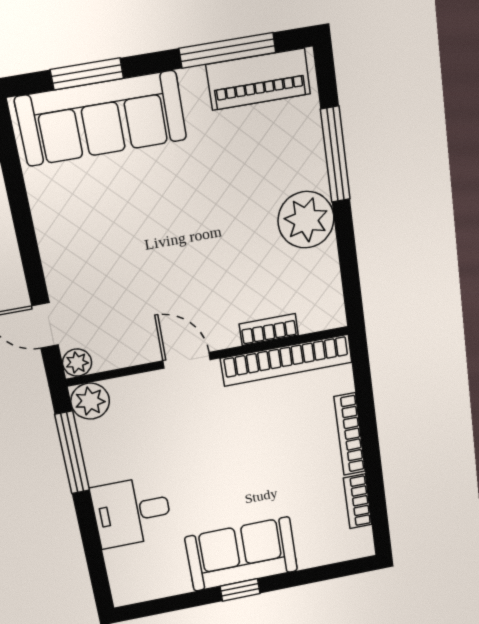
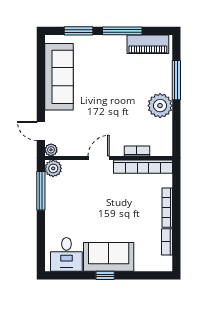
window: (228, 50) -> (122, 31), moved
sofa: (101, 118) -> (59, 77), moved, turned -90
door: (187, 360) -> (99, 158), hinge flipped
desk: (132, 512) -> (66, 254), moved, turned -90

